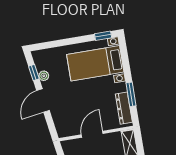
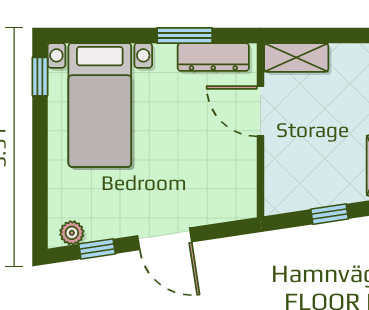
plant: (44, 76) -> (72, 233), moved
door: (92, 134) -> (260, 111), moved

